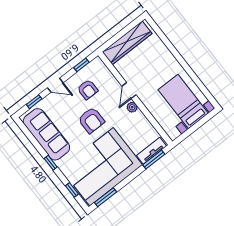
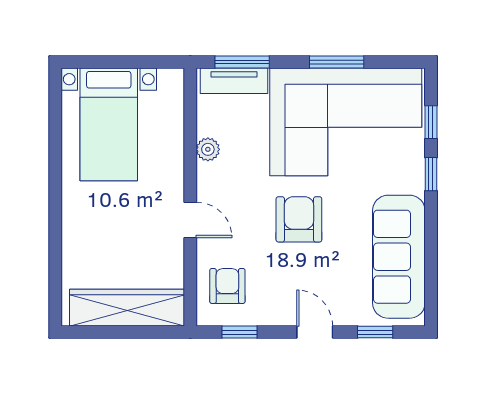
armchair: (88, 90) -> (227, 286), moved
door: (129, 90) -> (190, 220), hinge flipped
plant: (132, 107) -> (208, 149), moved
window: (51, 163) -> (431, 174), moved
window: (105, 197) -> (337, 62), moved

